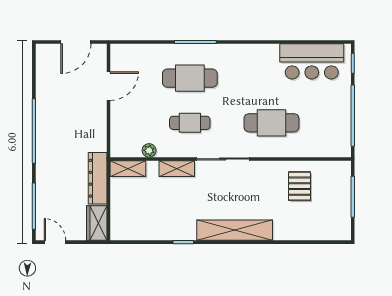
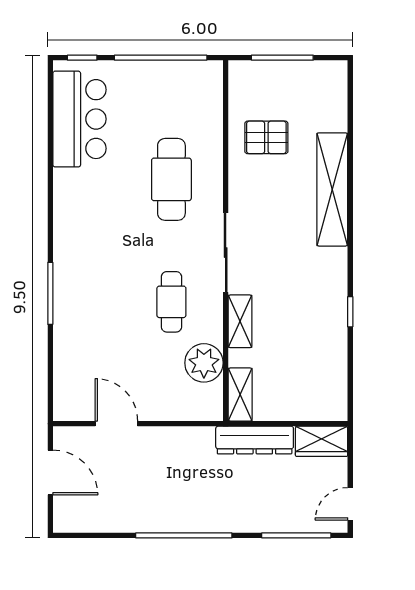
cafe table: (190, 78) -> (105, 302), removed
plant: (149, 150) -> (204, 363), width x1.88, depth x1.88
shelving: (235, 230) -> (332, 189), moved

